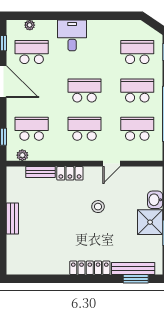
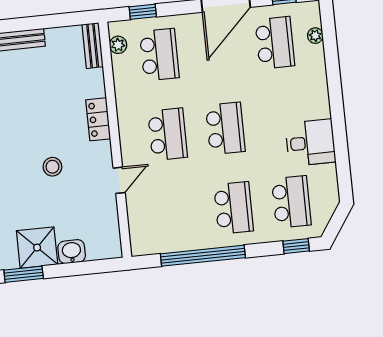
desk: (72, 35) -> (311, 143), moved
school desk: (137, 129) -> (176, 214), removed
door: (111, 164) -> (119, 180), swing flipped
bench: (40, 172) -> (93, 46), moved

